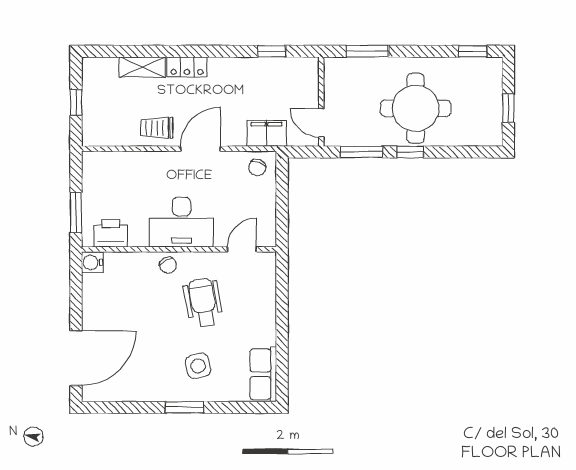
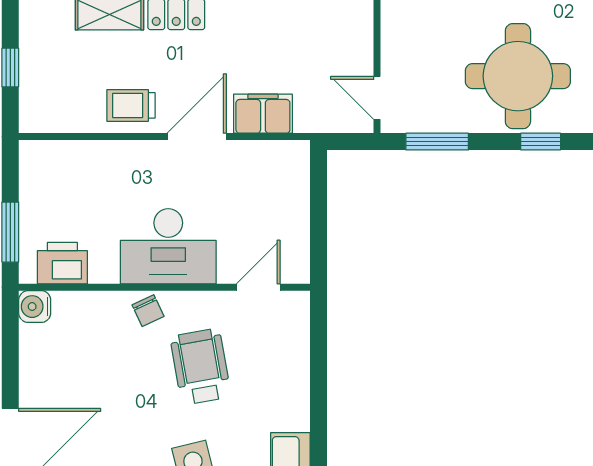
filing cabinet: (267, 133) -> (263, 114), moved
window: (410, 152) -> (541, 142), moved
chair: (257, 167) -> (281, 165), removed

